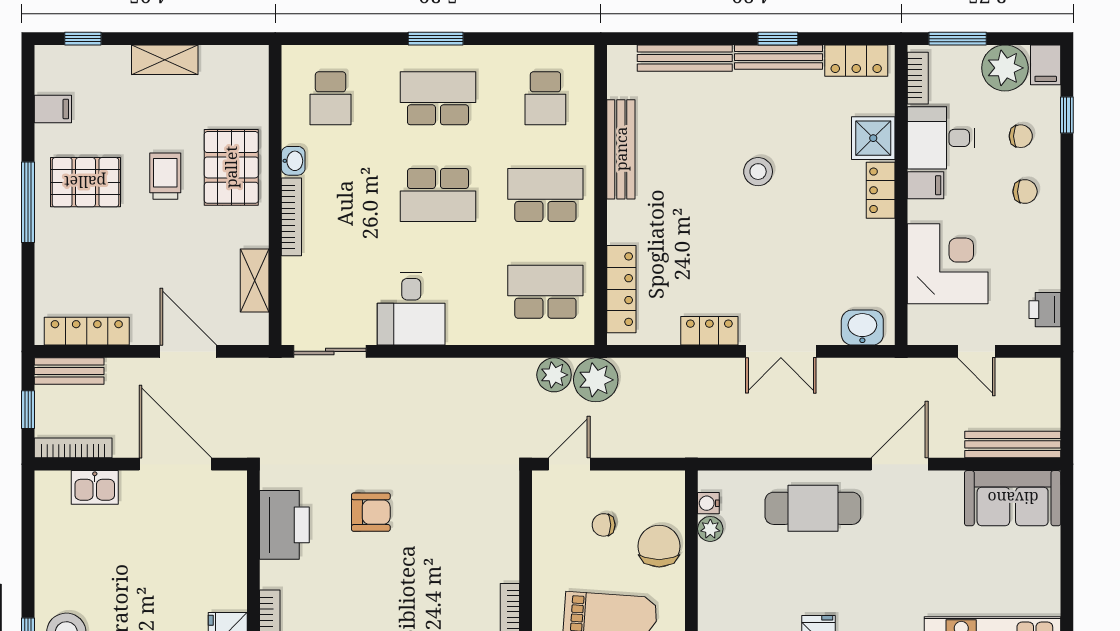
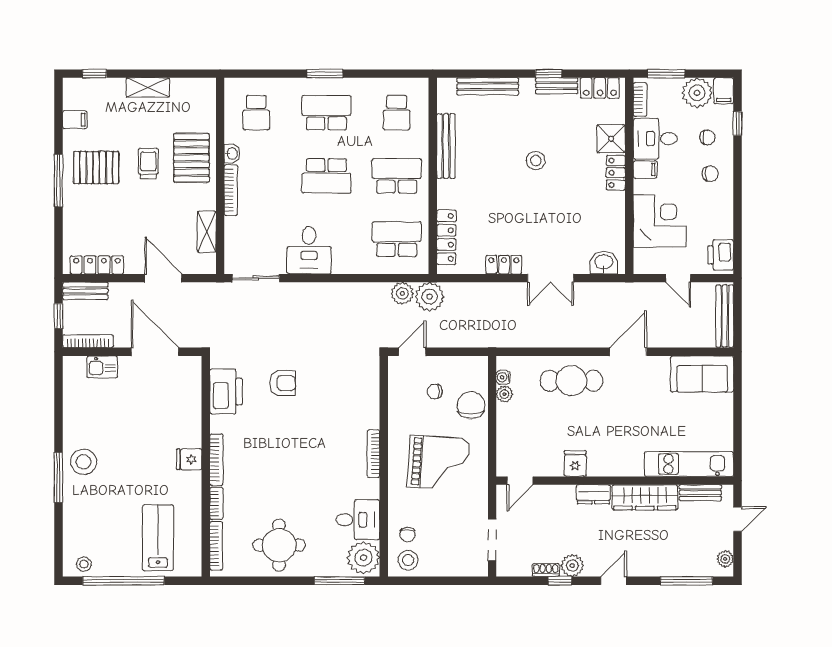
bench: (778, 57) -> (557, 86), width x0.73
printer: (1045, 310) -> (721, 255), width x1.36, depth x1.24
bench: (1013, 444) -> (725, 316), moved, turned 90

